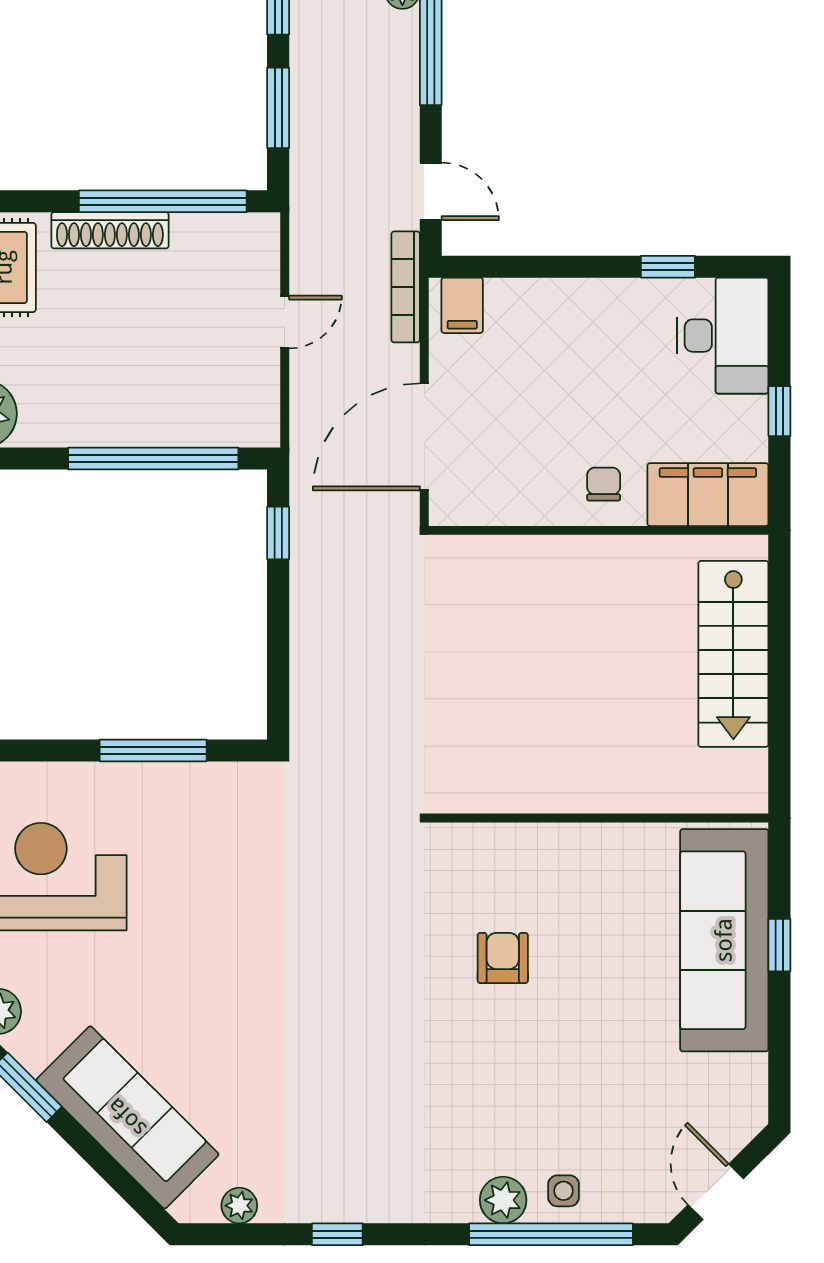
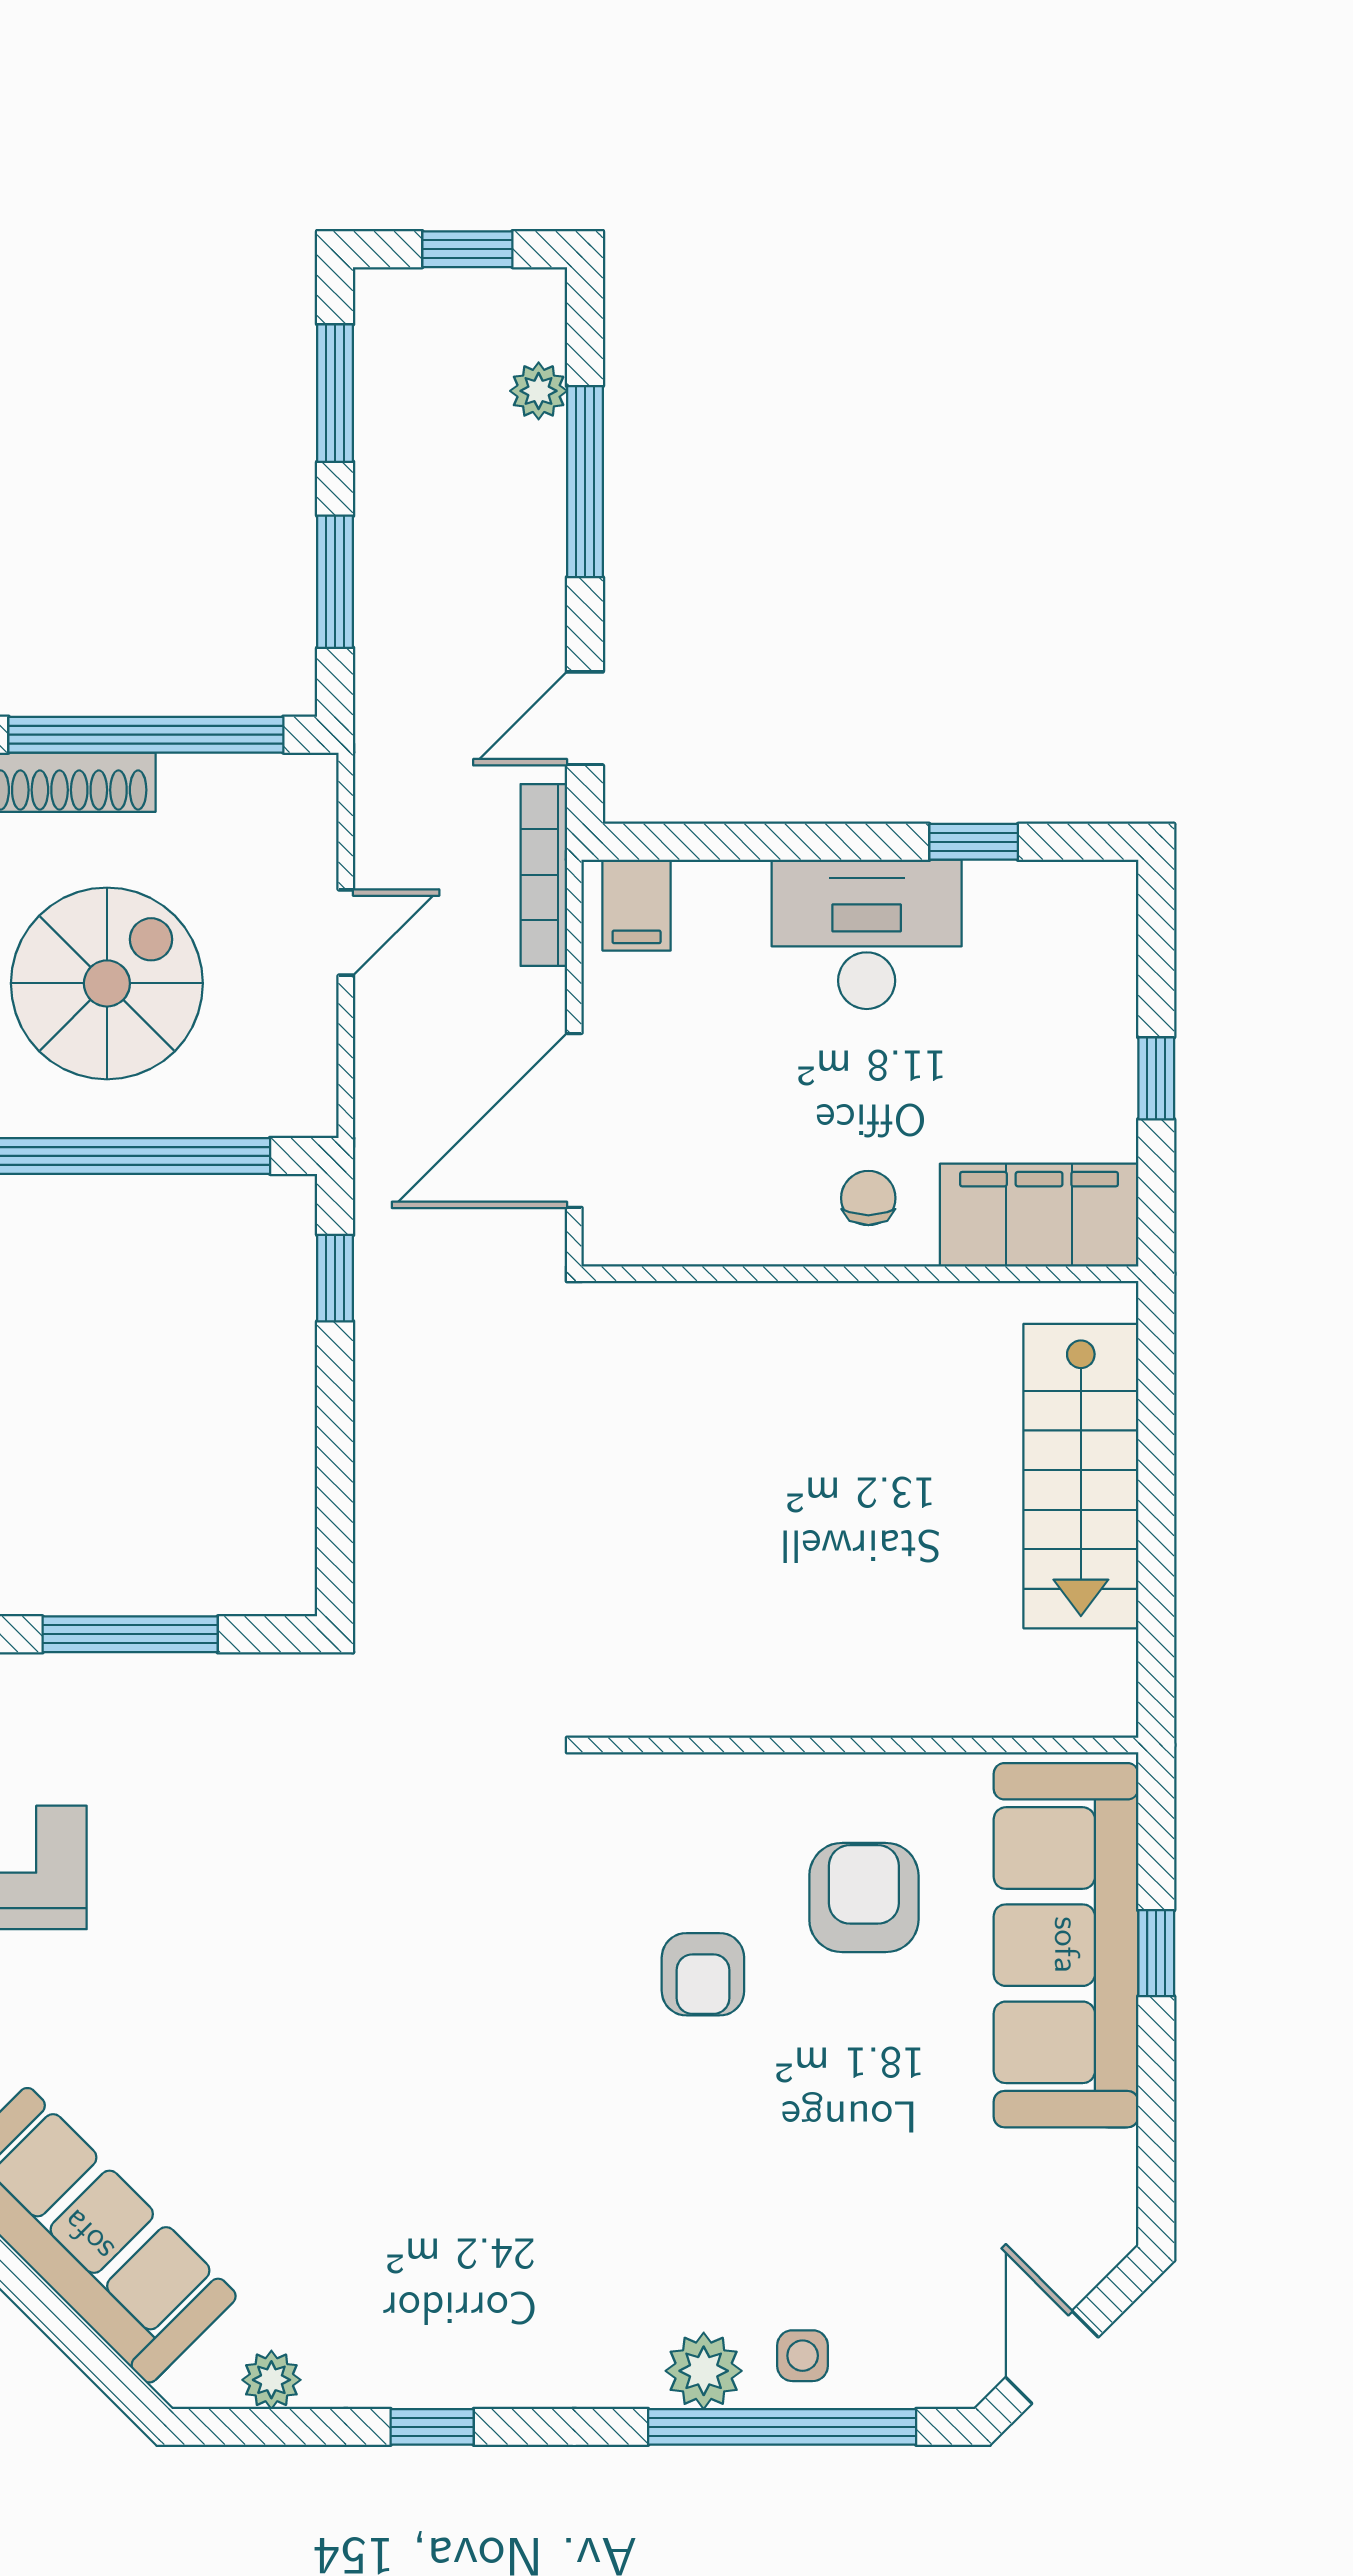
door: (431, 191) -> (585, 718), swing flipped
desk: (723, 336) -> (867, 934), moved, turned -90
spiral stairs: (139, 353) -> (107, 983), added
armchair: (601, 911) -> (864, 1898), added
armchair: (503, 958) -> (703, 1974), turned 180

